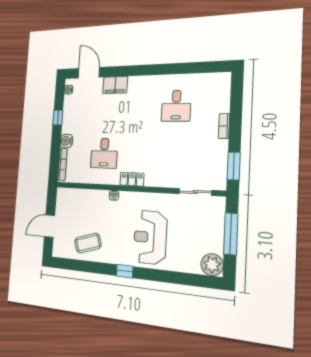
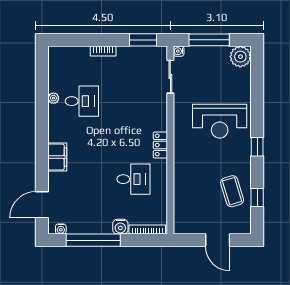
plant: (180, 79) -> (53, 98), added
filing cabinet: (115, 85) -> (57, 157), moved
window: (58, 118) -> (93, 240), width x3.17
water cooler: (114, 195) -> (179, 51), moved
window: (81, 266) -> (257, 197), added

